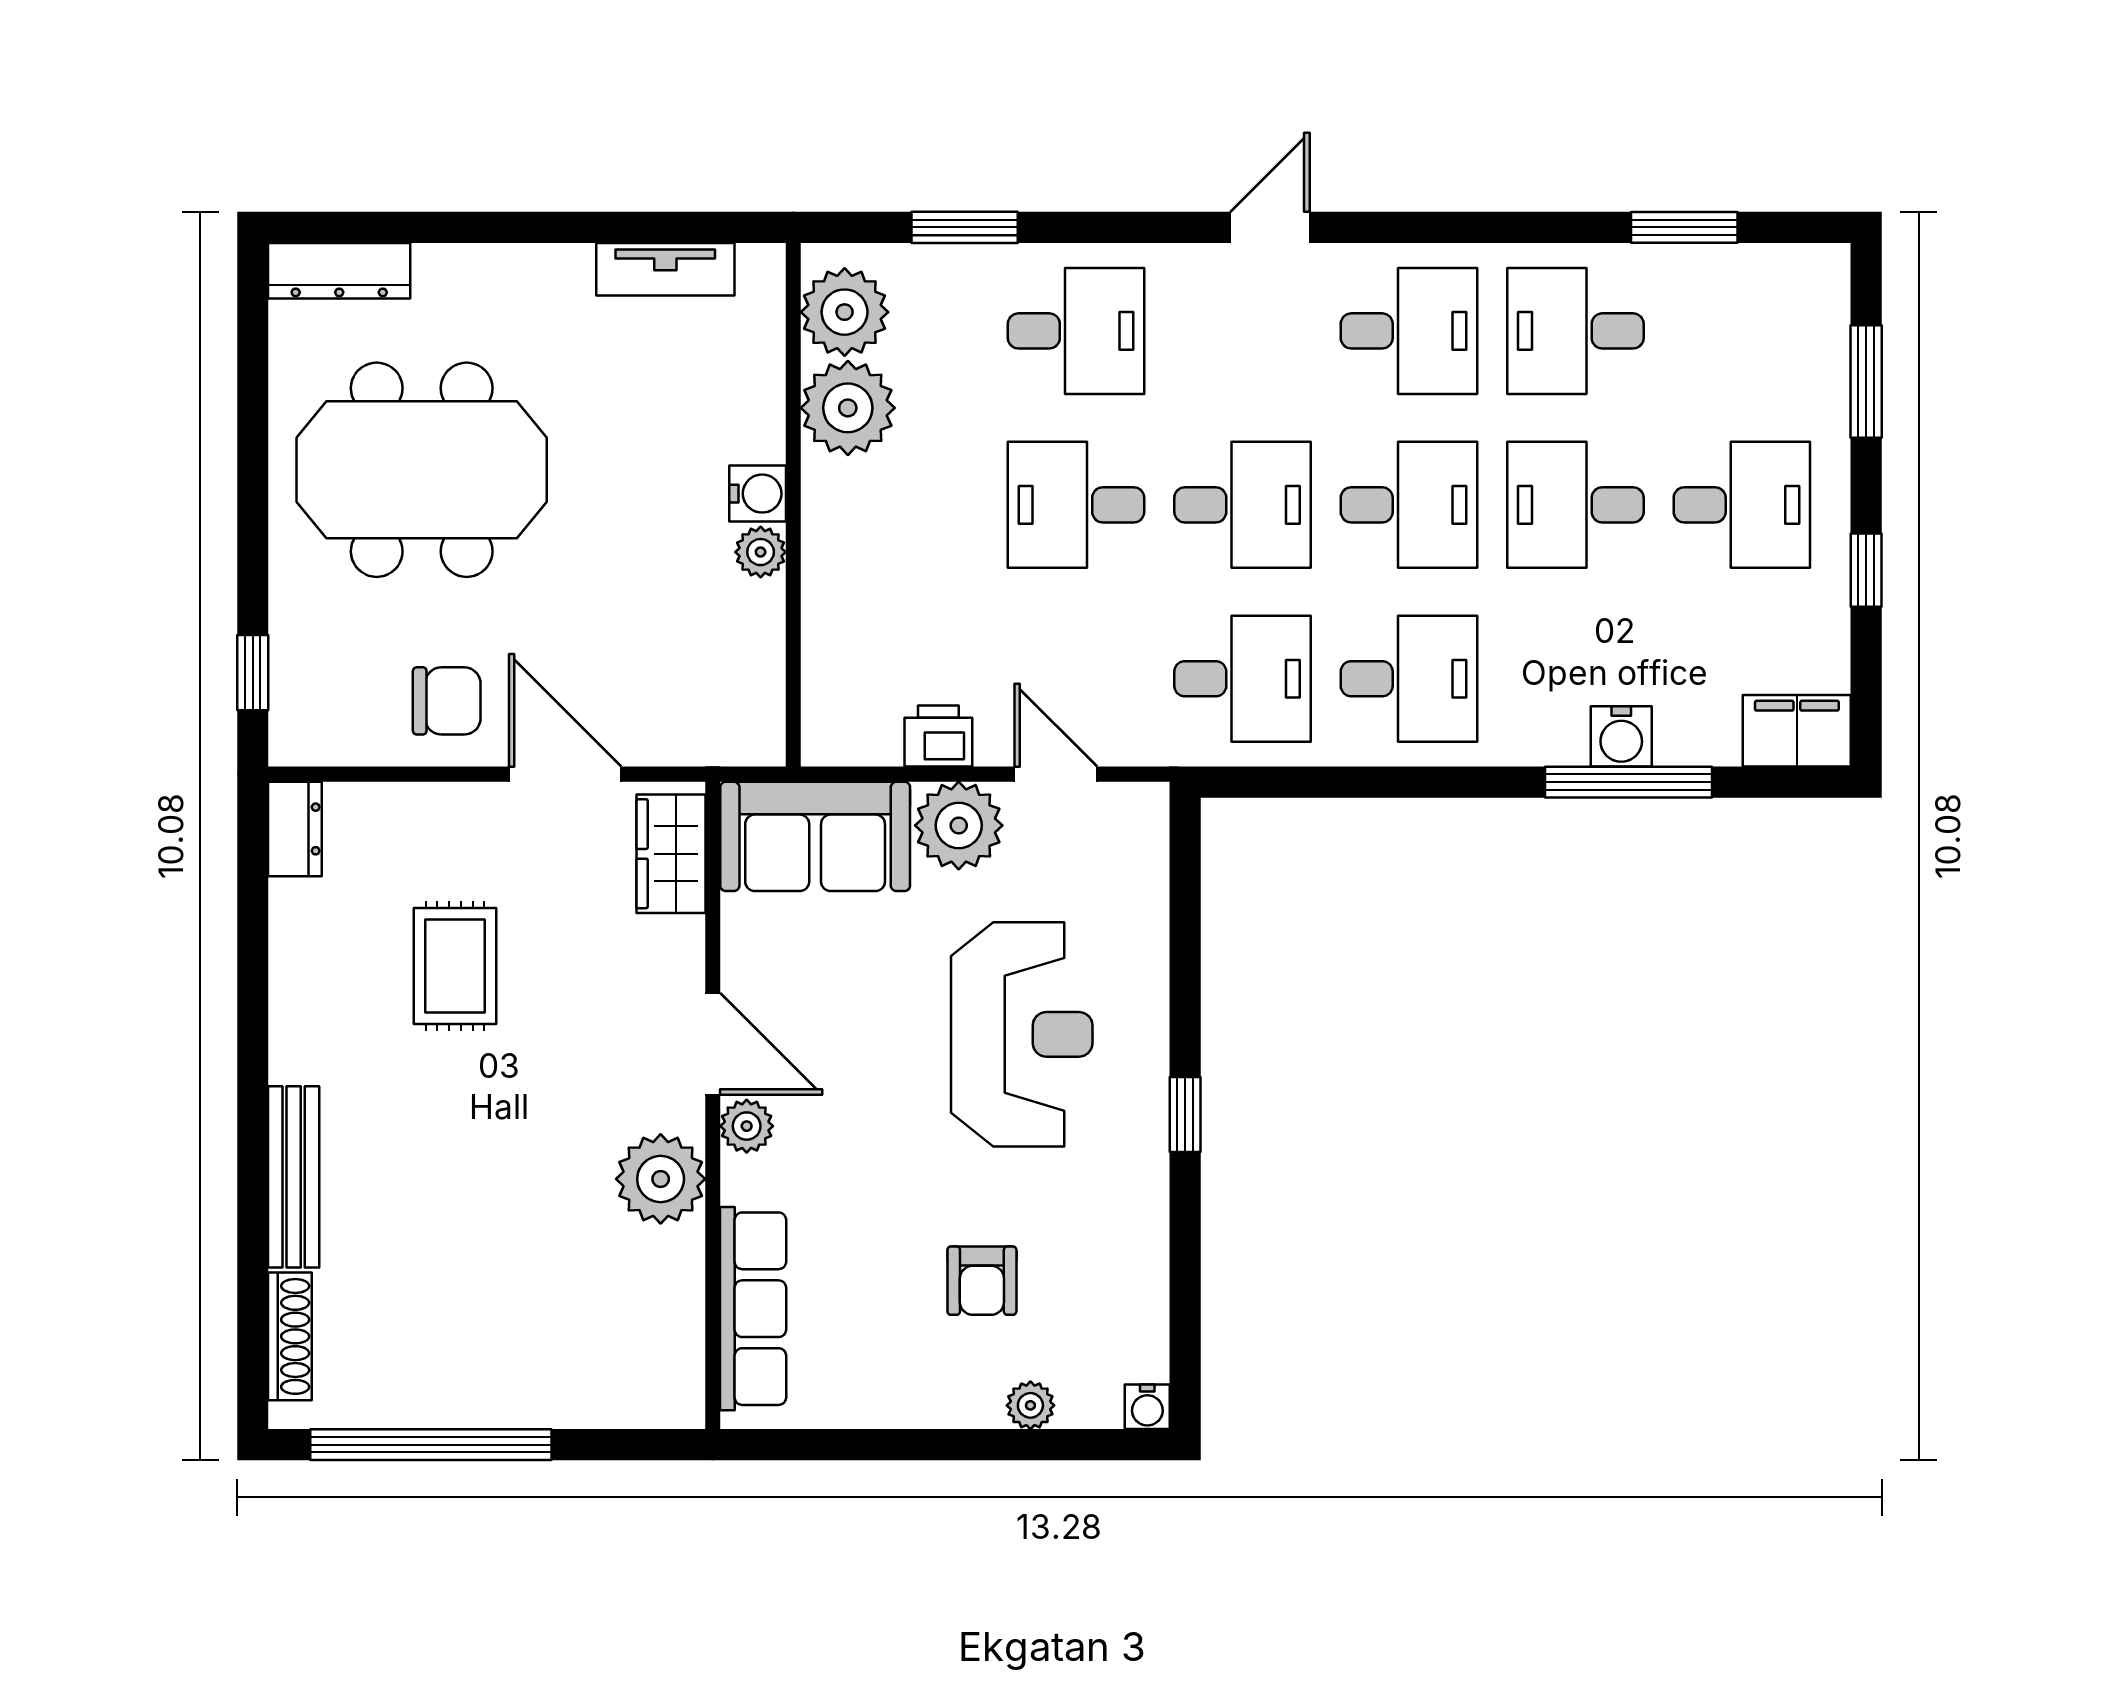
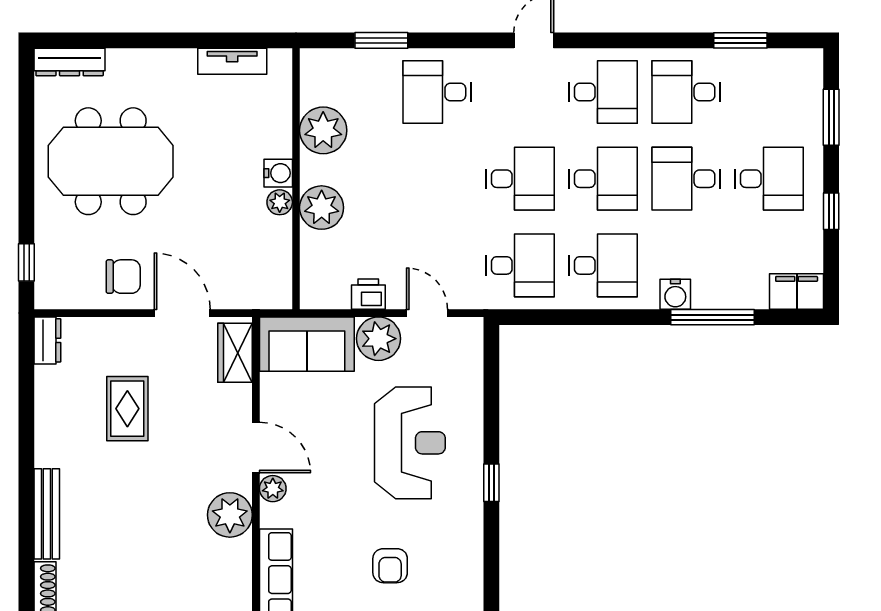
plant: (845, 312) -> (322, 208), moved
desk: (1076, 331) -> (437, 92), turned 180
desk: (1076, 505) -> (437, 179), removed
water cooler: (1621, 736) -> (675, 294), moved

